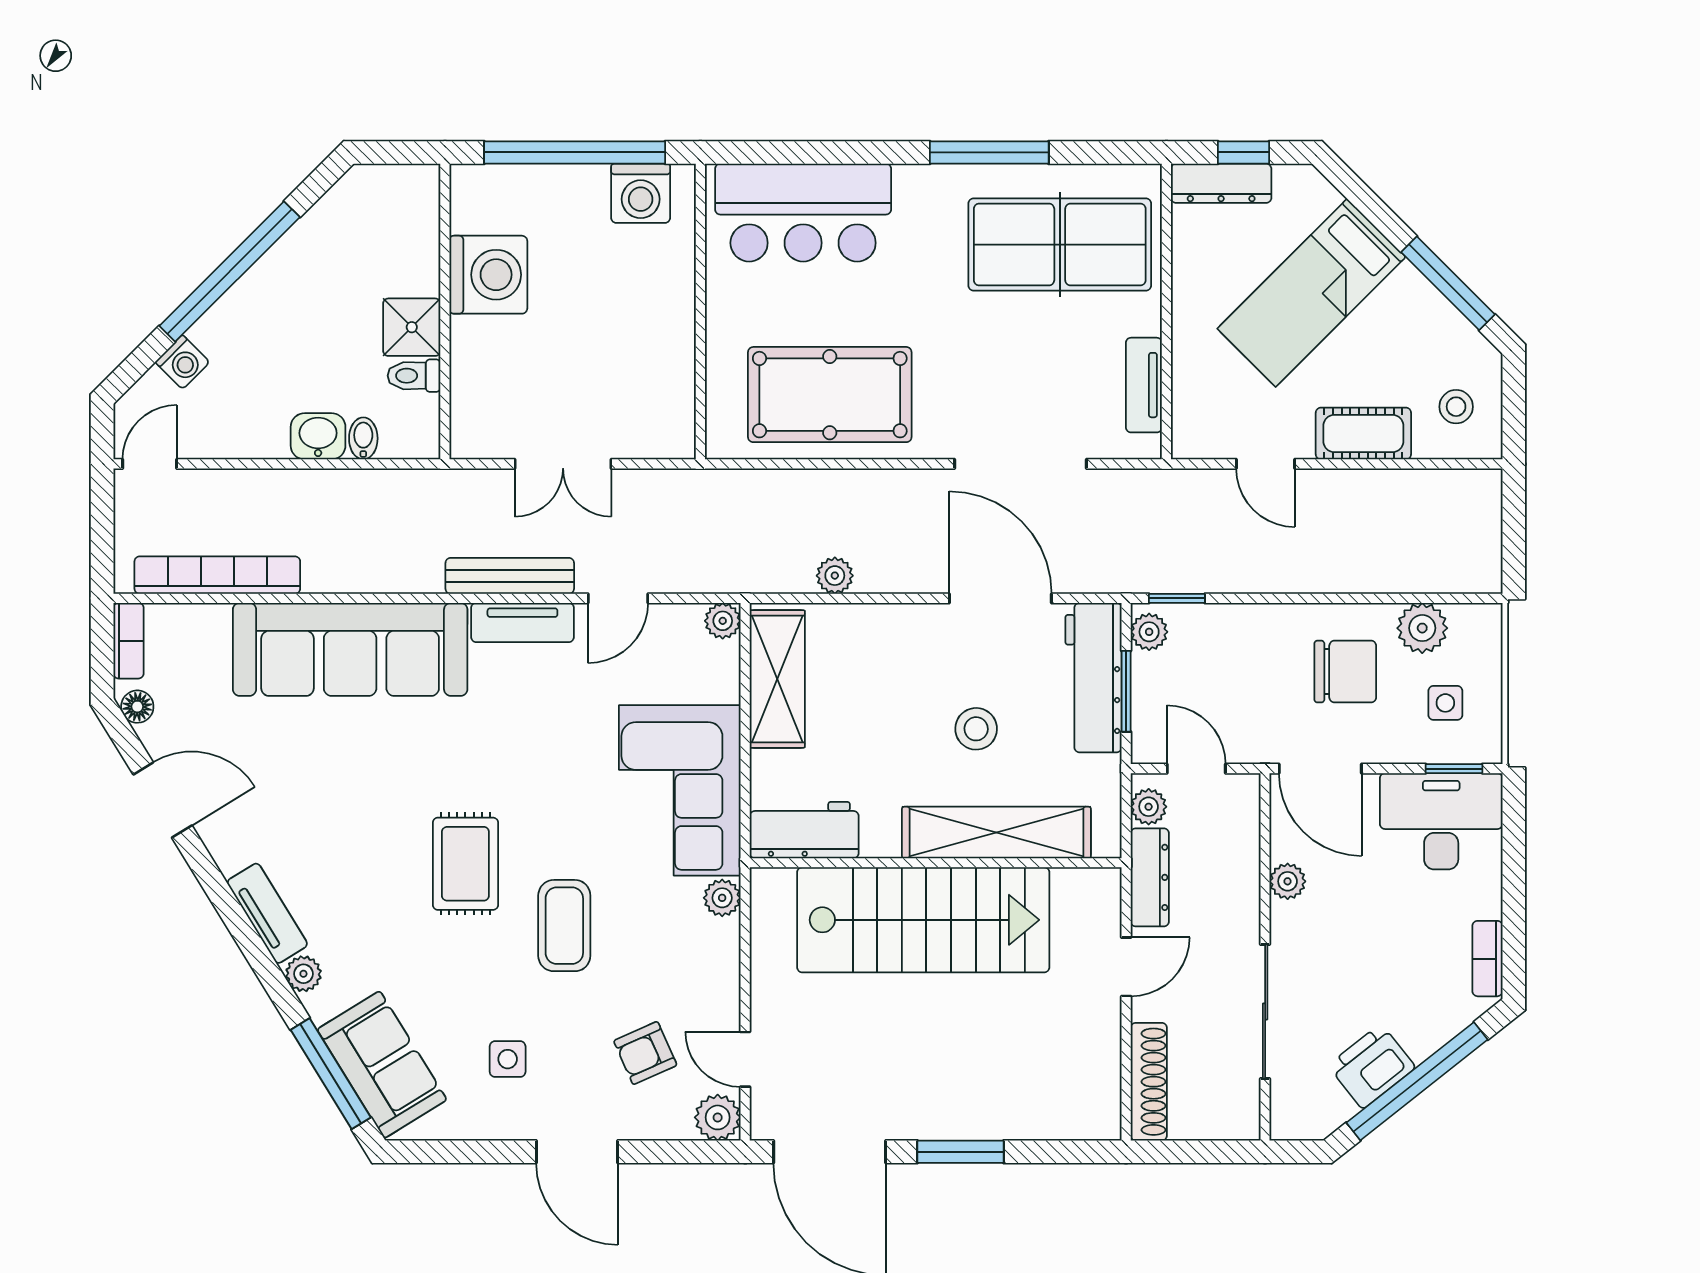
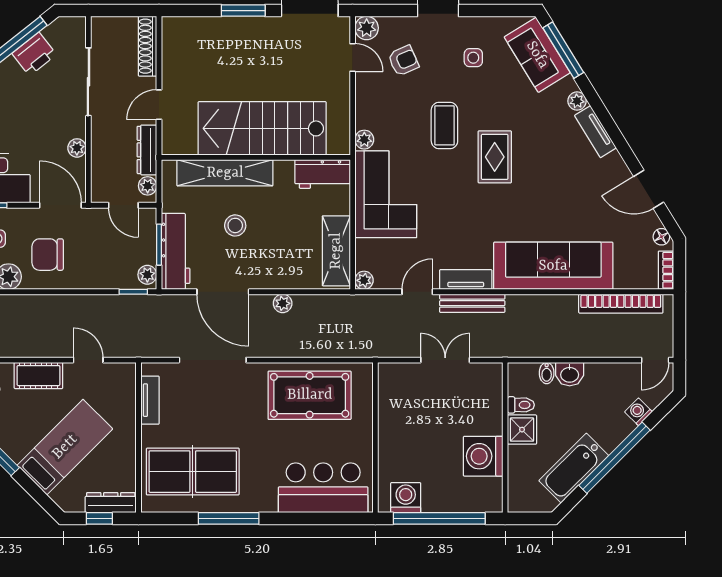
bathtub: (310, 251) -> (574, 468), added
plant: (835, 576) -> (283, 303), moved

